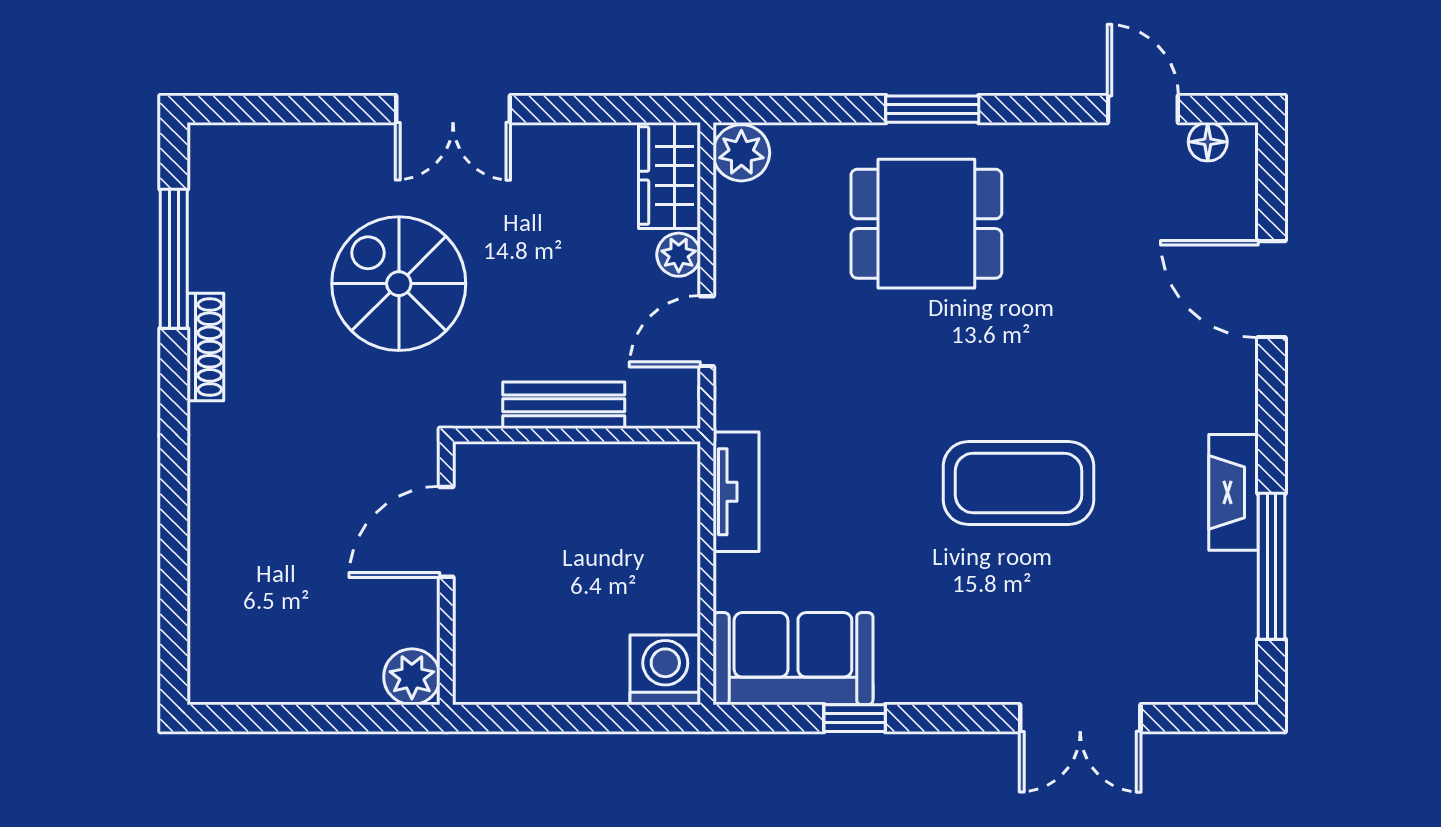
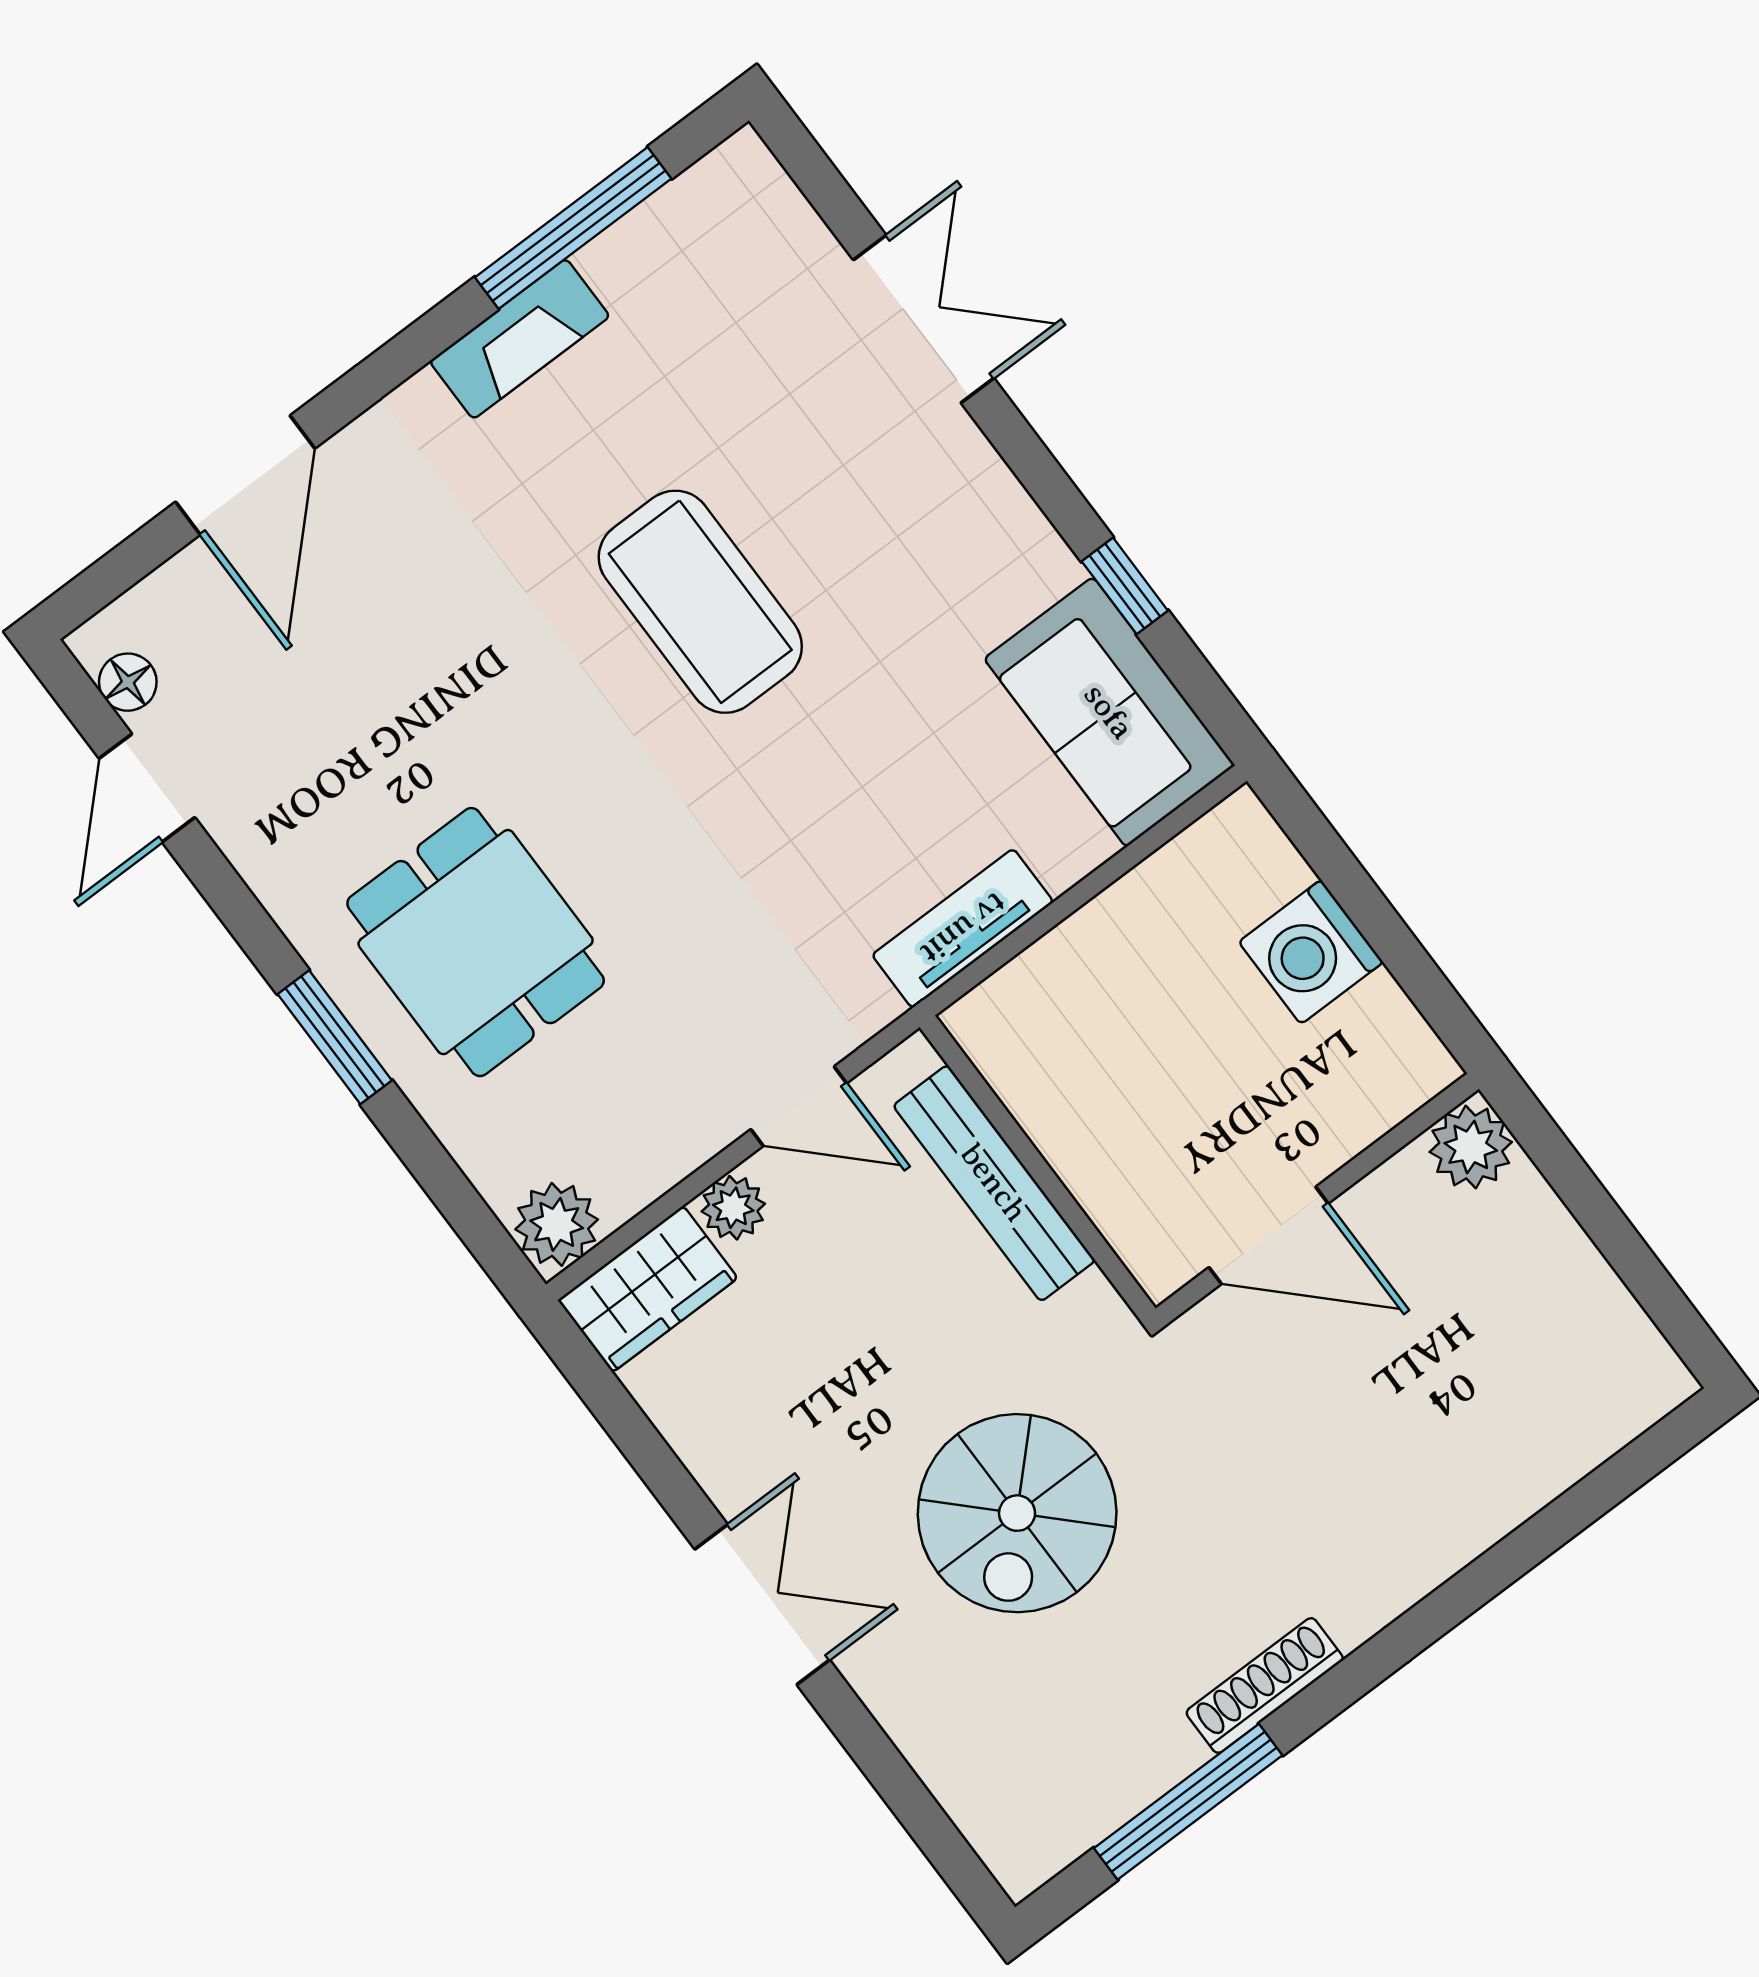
bench: (564, 405) -> (994, 1183), width x1.36
washing machine: (665, 670) -> (1311, 952), moved

